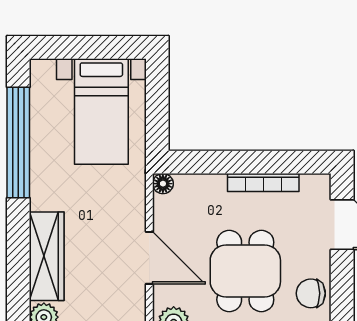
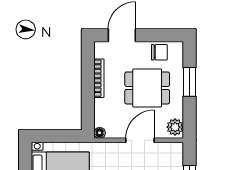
chair: (311, 293) -> (159, 52), turned -90

